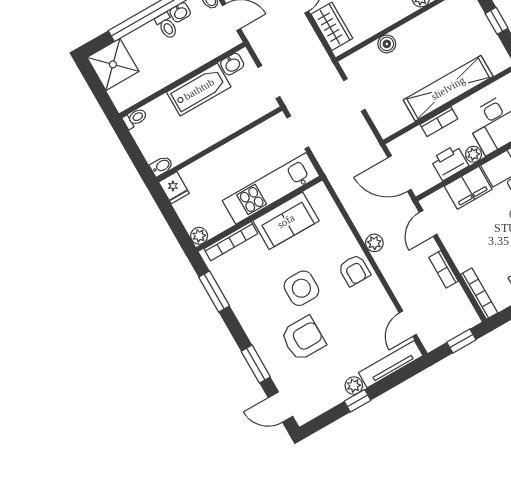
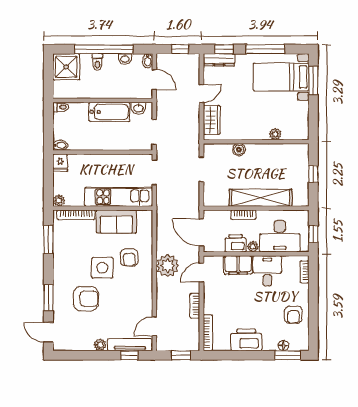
toilet: (167, 26) -> (97, 62), moved
plant: (374, 243) -> (168, 266), width x1.88, depth x1.88
armchair: (354, 270) -> (129, 257), moved
window: (358, 401) -> (129, 355), moved

